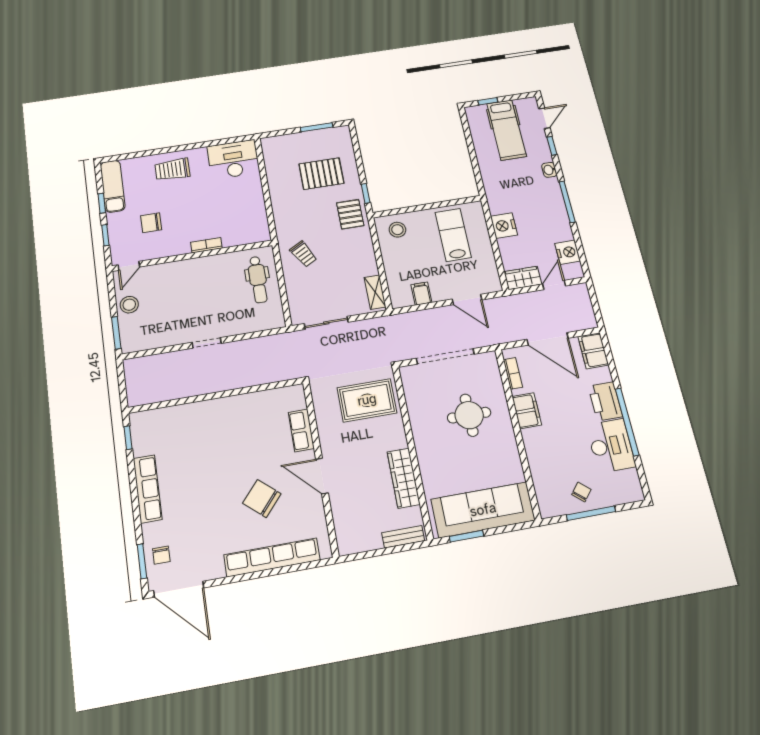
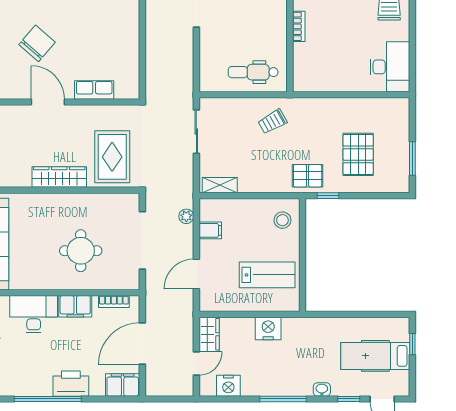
door: (554, 285) -> (196, 363), hinge flipped
plant: (412, 318) -> (186, 216), added
desk: (611, 446) -> (34, 314), moved, turned 180
door: (322, 476) -> (48, 102), hinge flipped
wardrobe: (404, 478) -> (59, 177), moved

